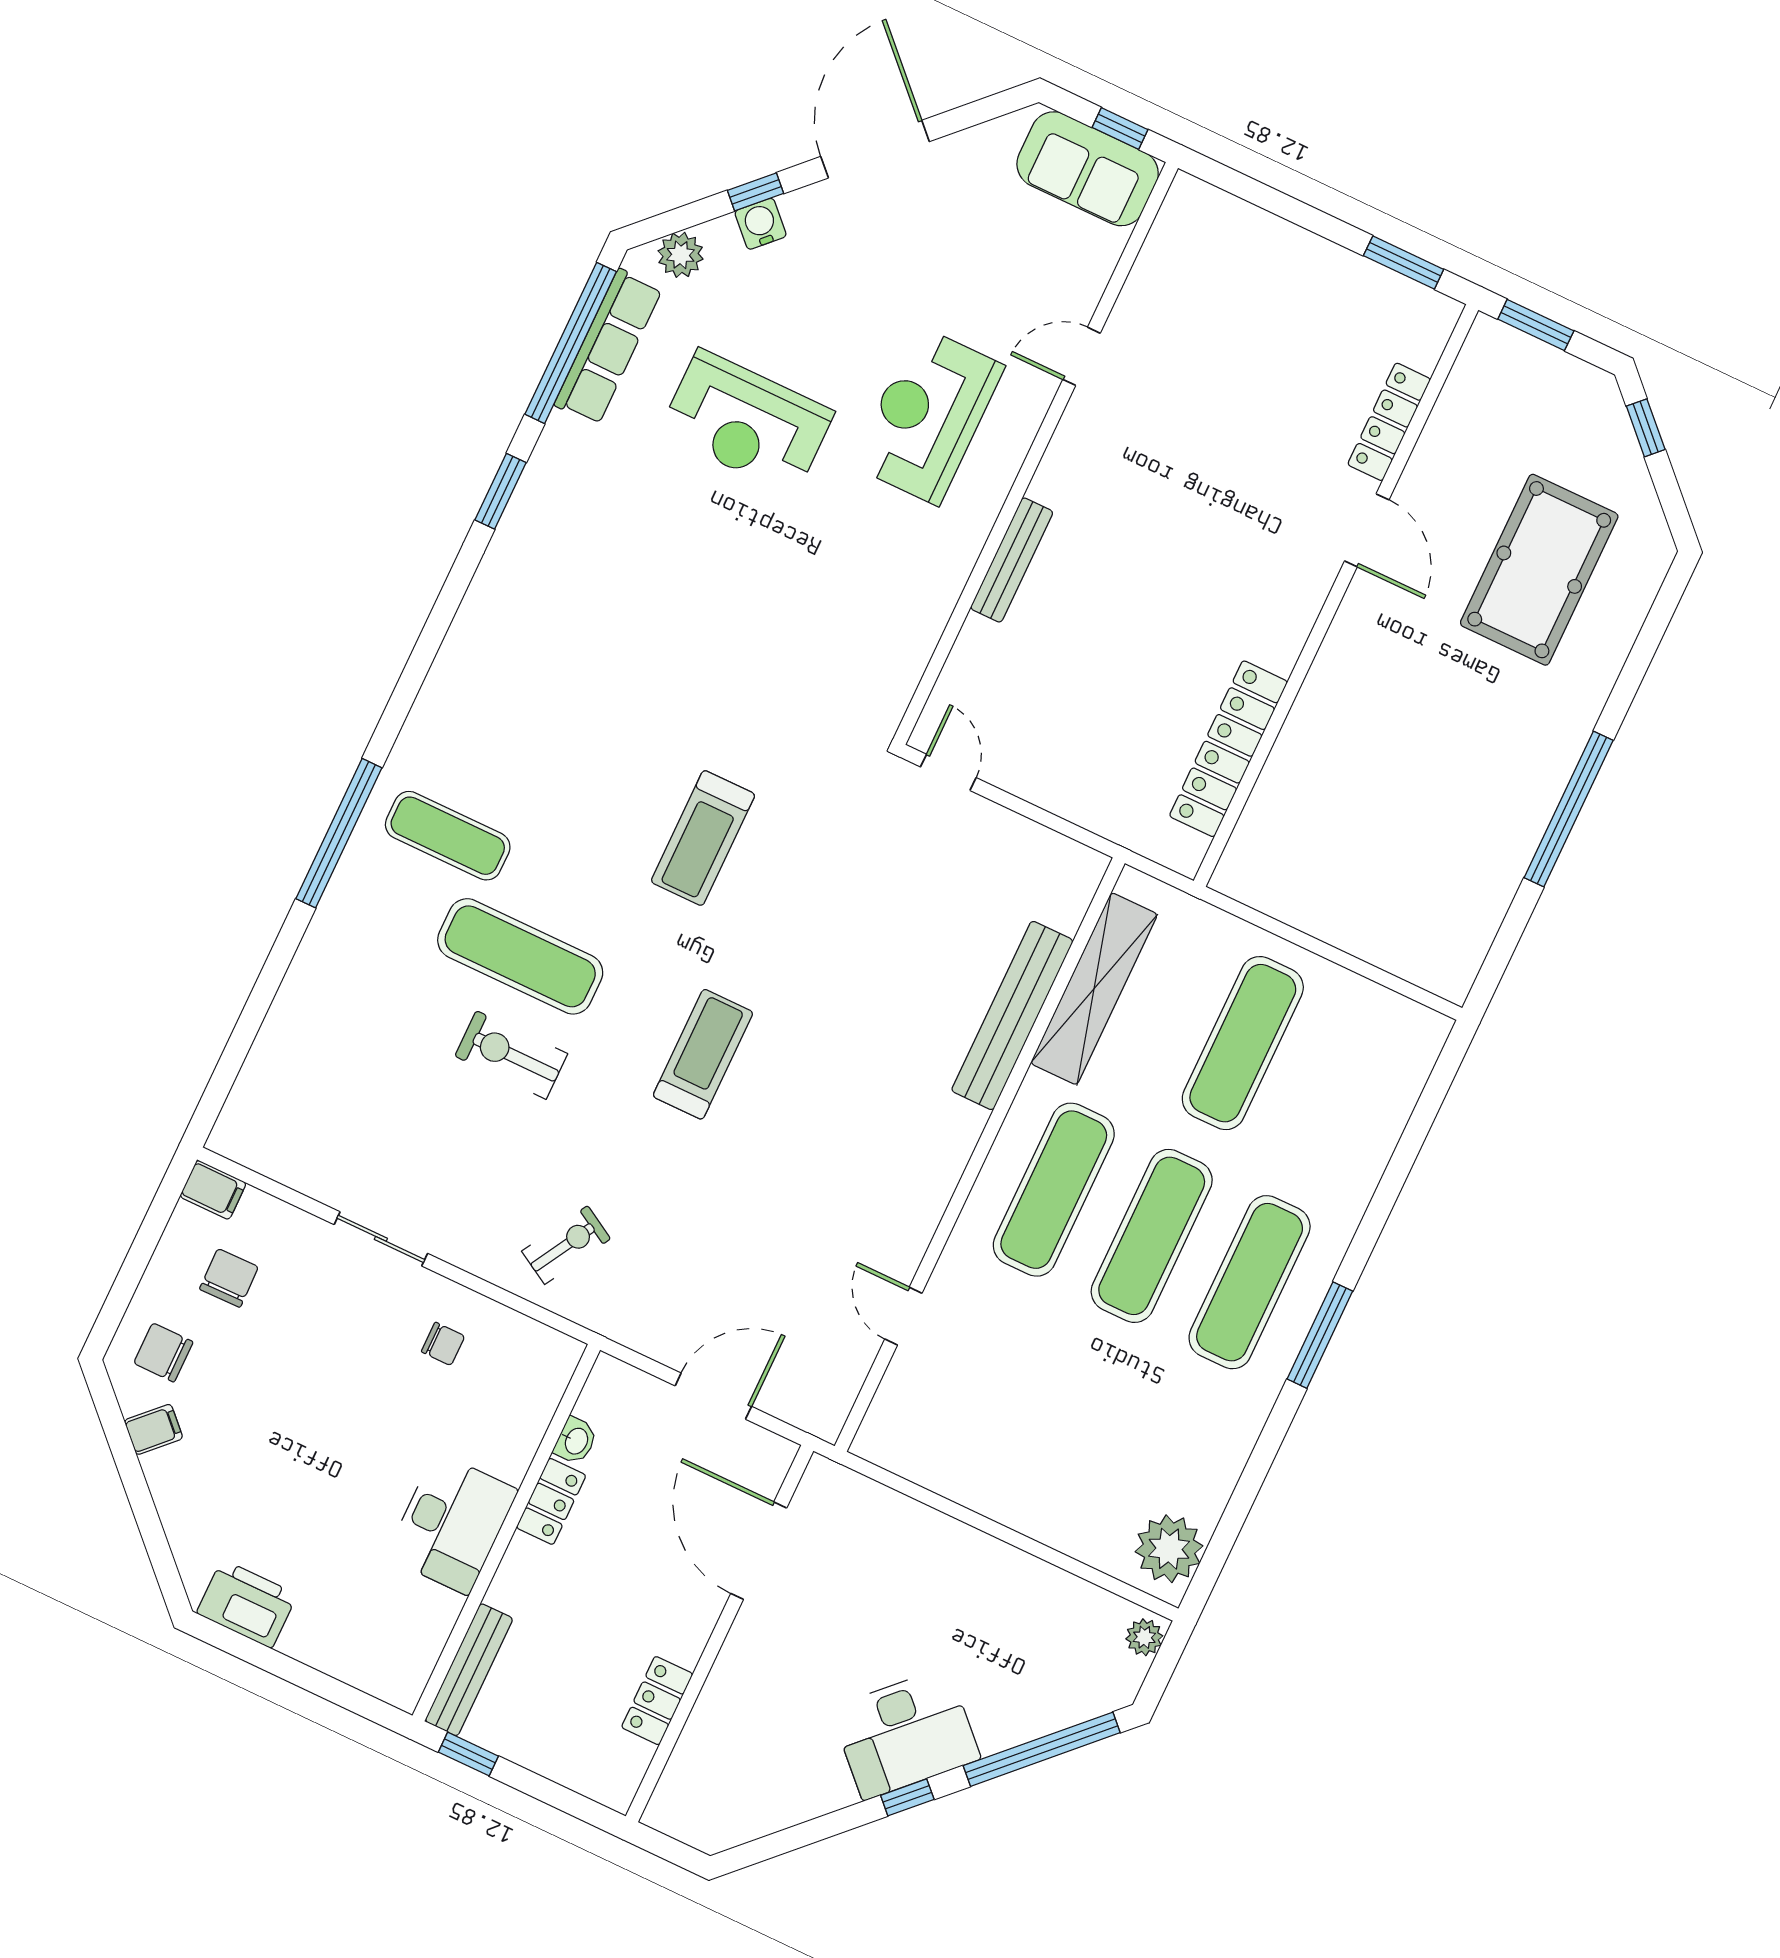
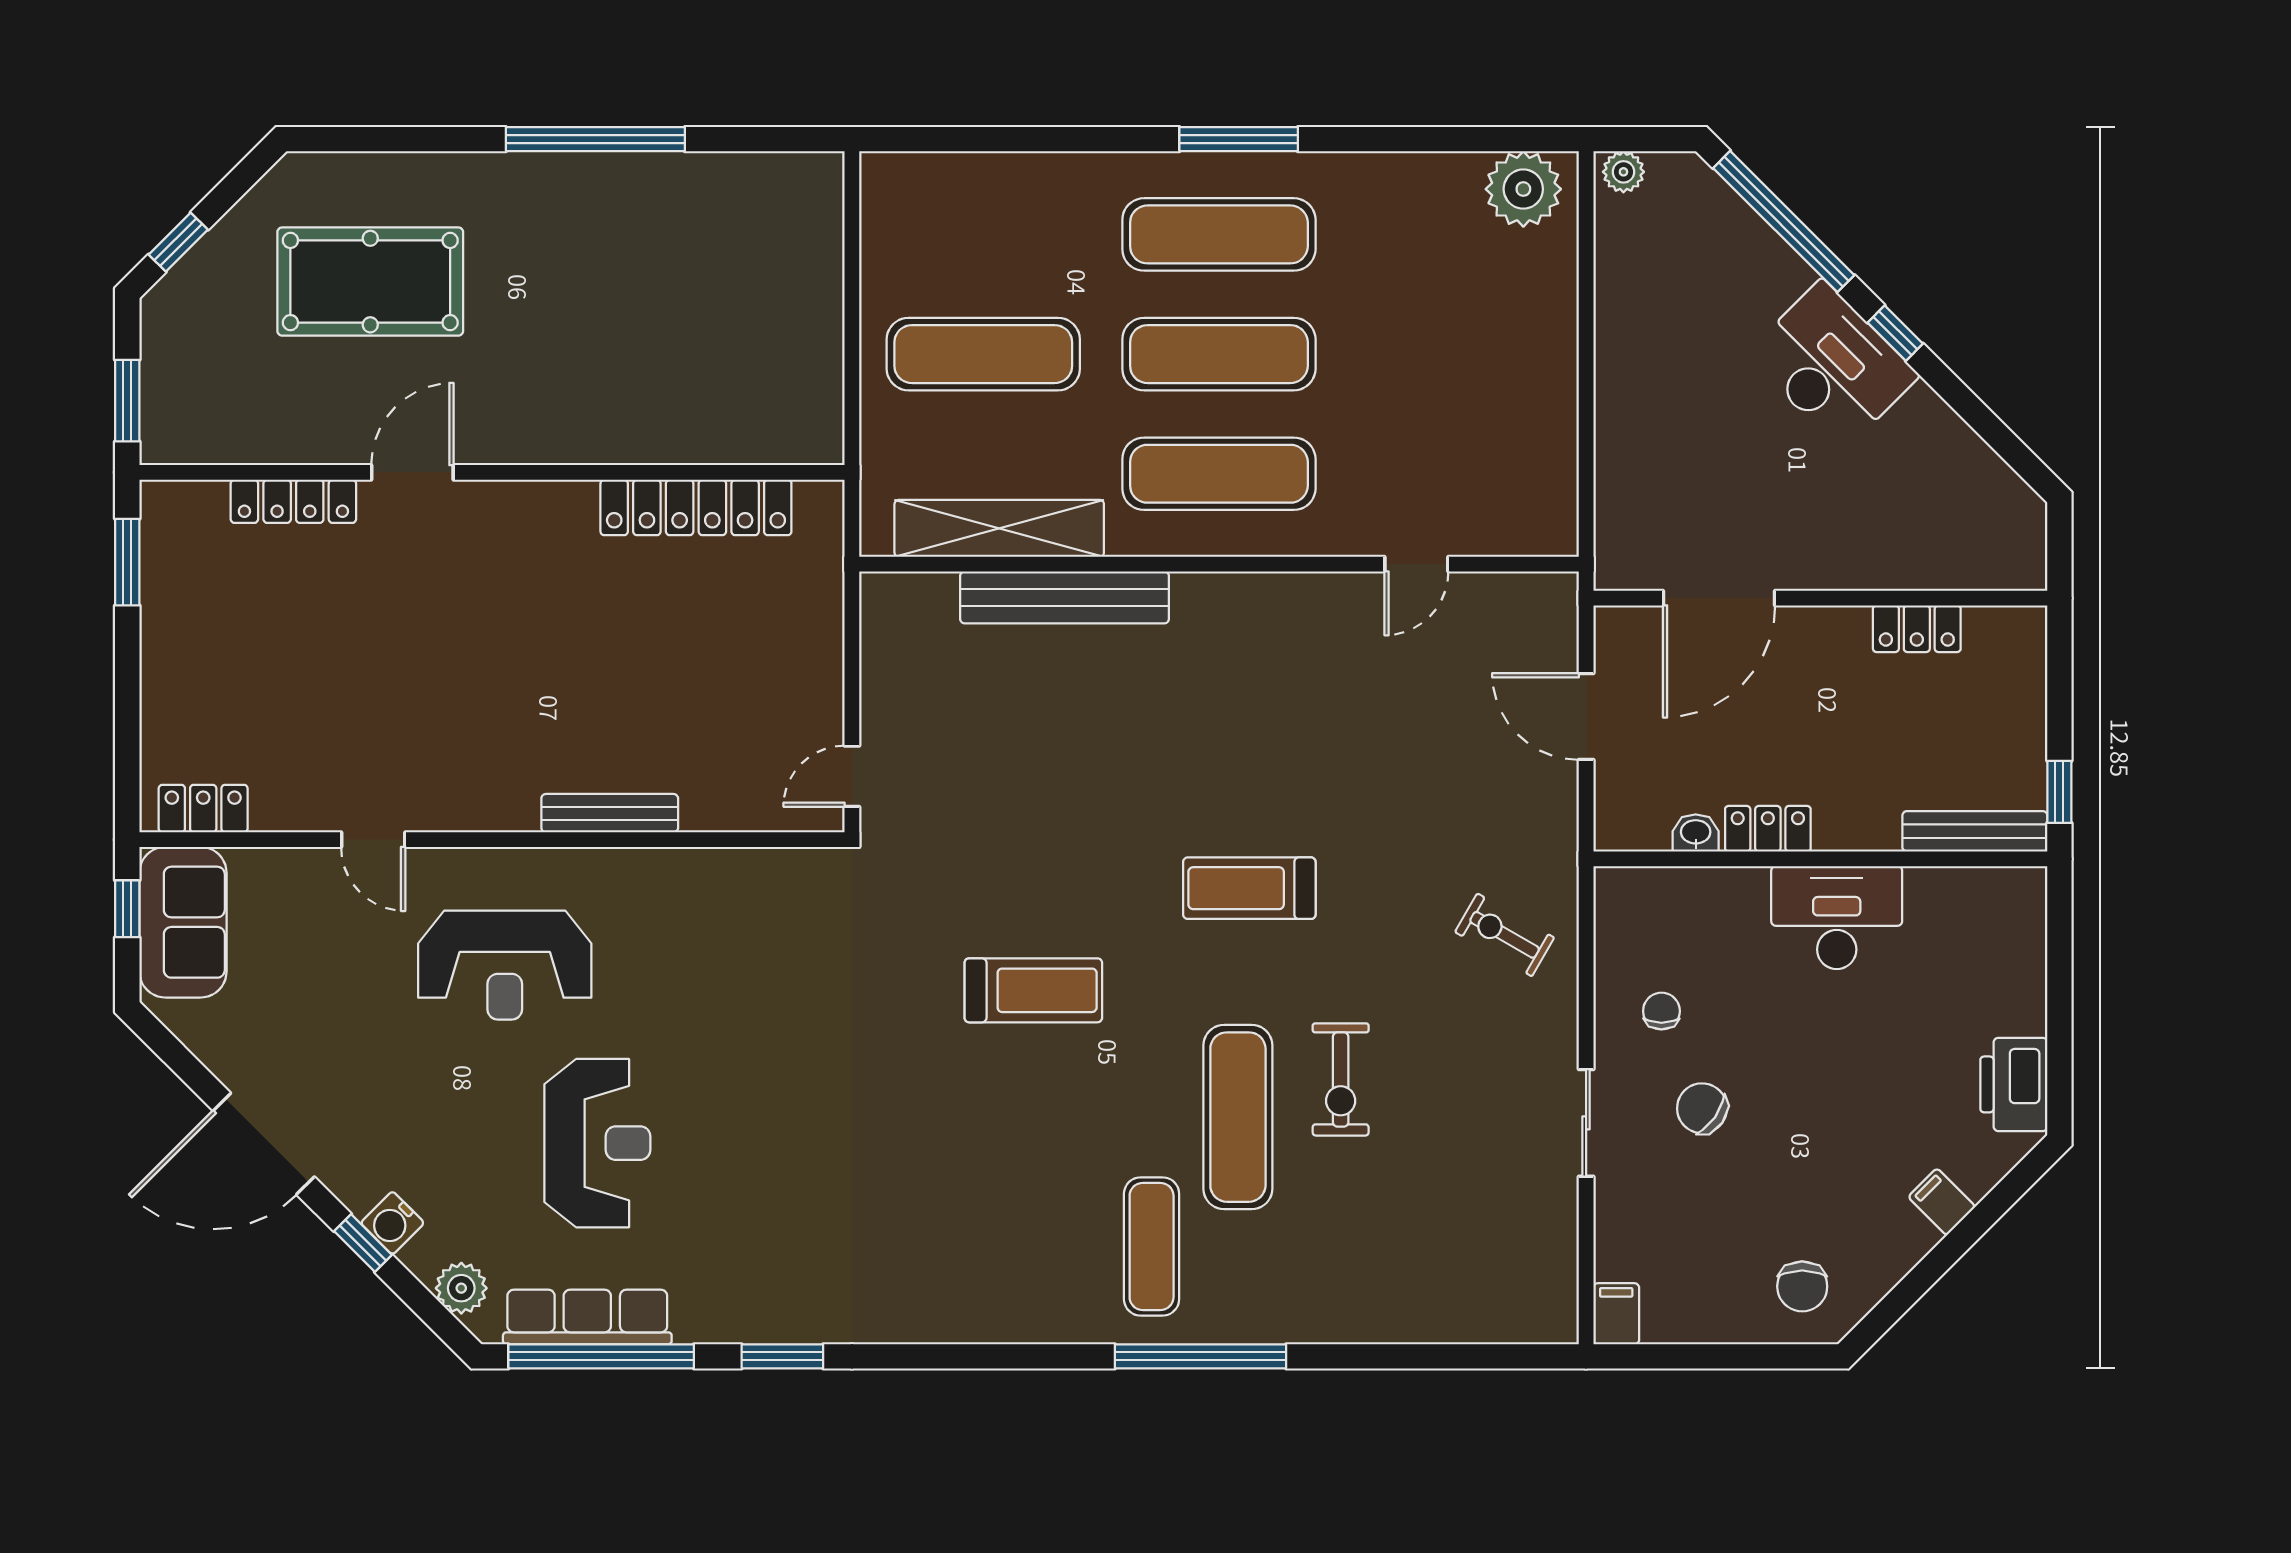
locker: (1173, 229) -> (203, 809), added
chair: (229, 1278) -> (1702, 1108), moved, turned 36
filing cabinet: (154, 1429) -> (1942, 1202), moved

